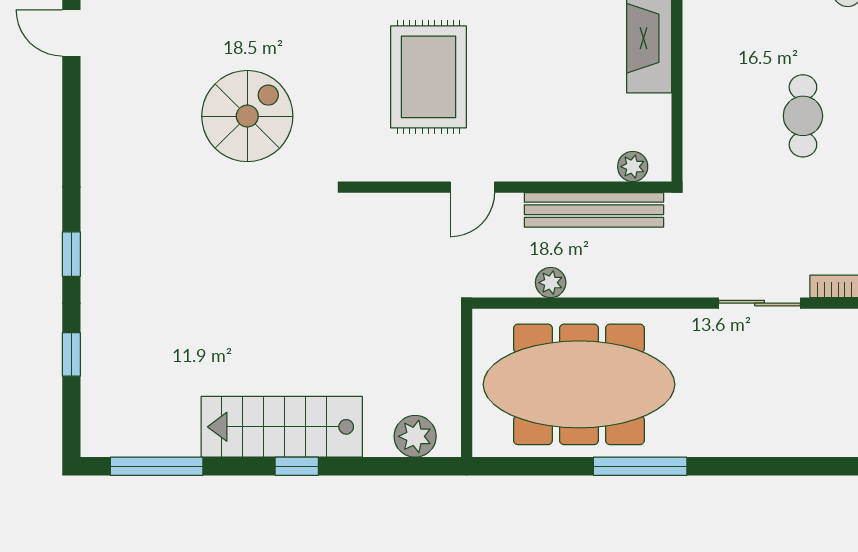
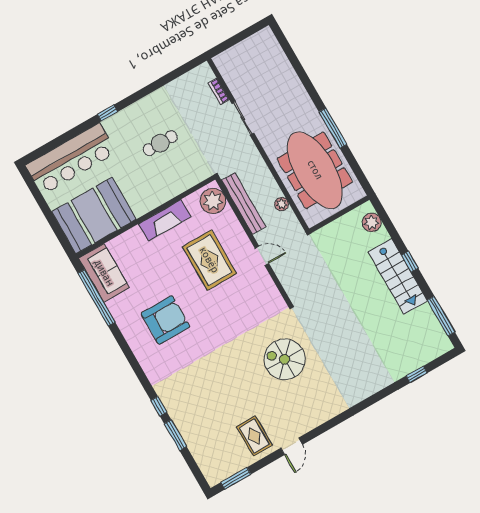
rug: (428, 77) -> (209, 260), moved, turned 90
plant: (633, 167) -> (213, 201), width x1.88, depth x1.88
window: (71, 254) -> (378, 397), removed

